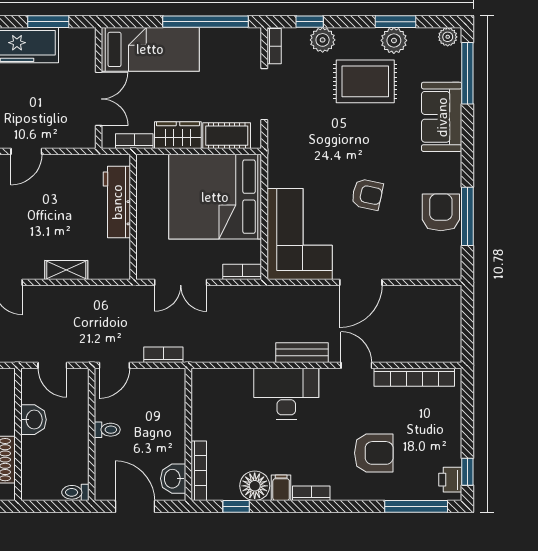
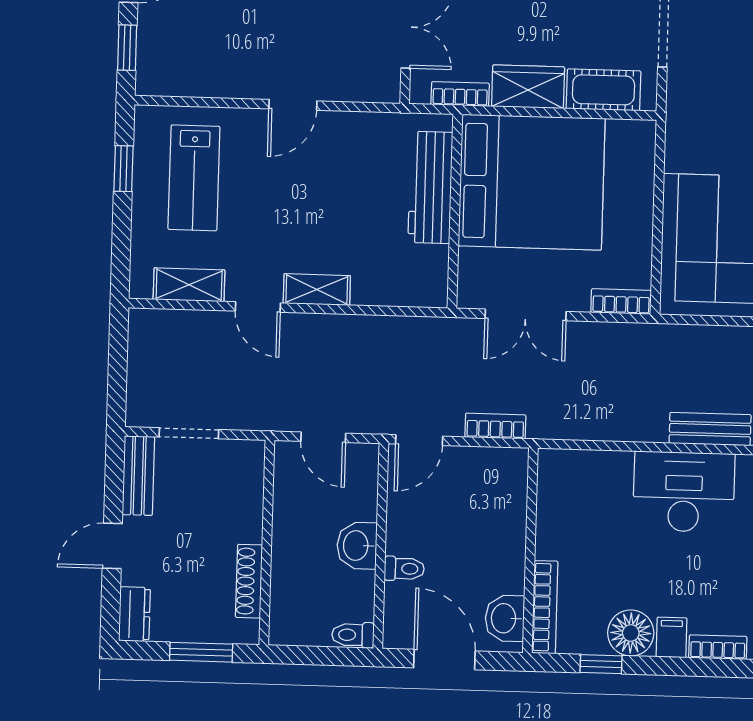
bed: (215, 197) -> (532, 182), moved, turned 180
shelving: (66, 270) -> (317, 290), moved
washbasin: (33, 420) -> (357, 546), moved, turned 180
toilet: (107, 430) -> (404, 569), moved

